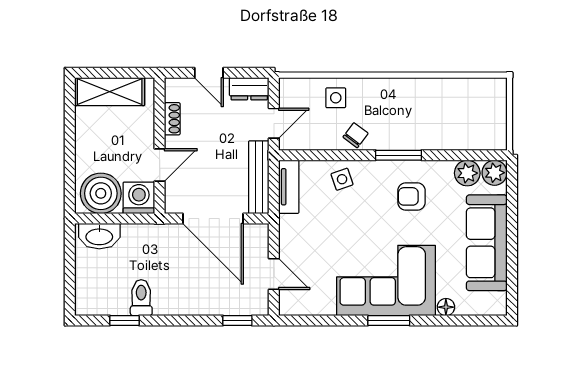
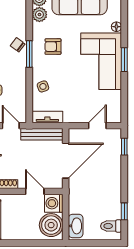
chair: (356, 135) -> (18, 45), moved
armchair: (412, 196) -> (53, 47), turned 90
toilet: (141, 298) -> (111, 226), moved

